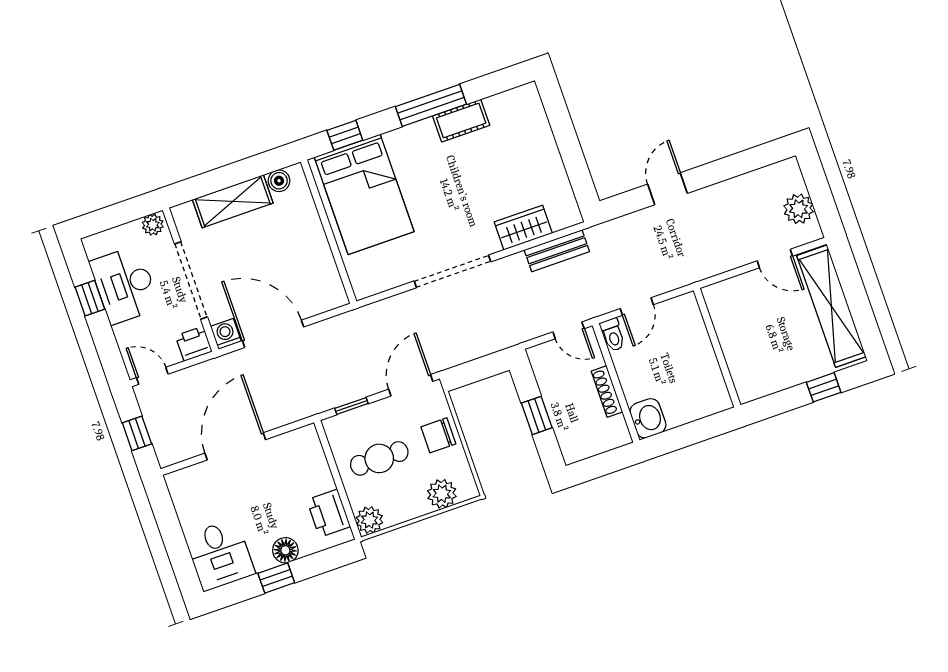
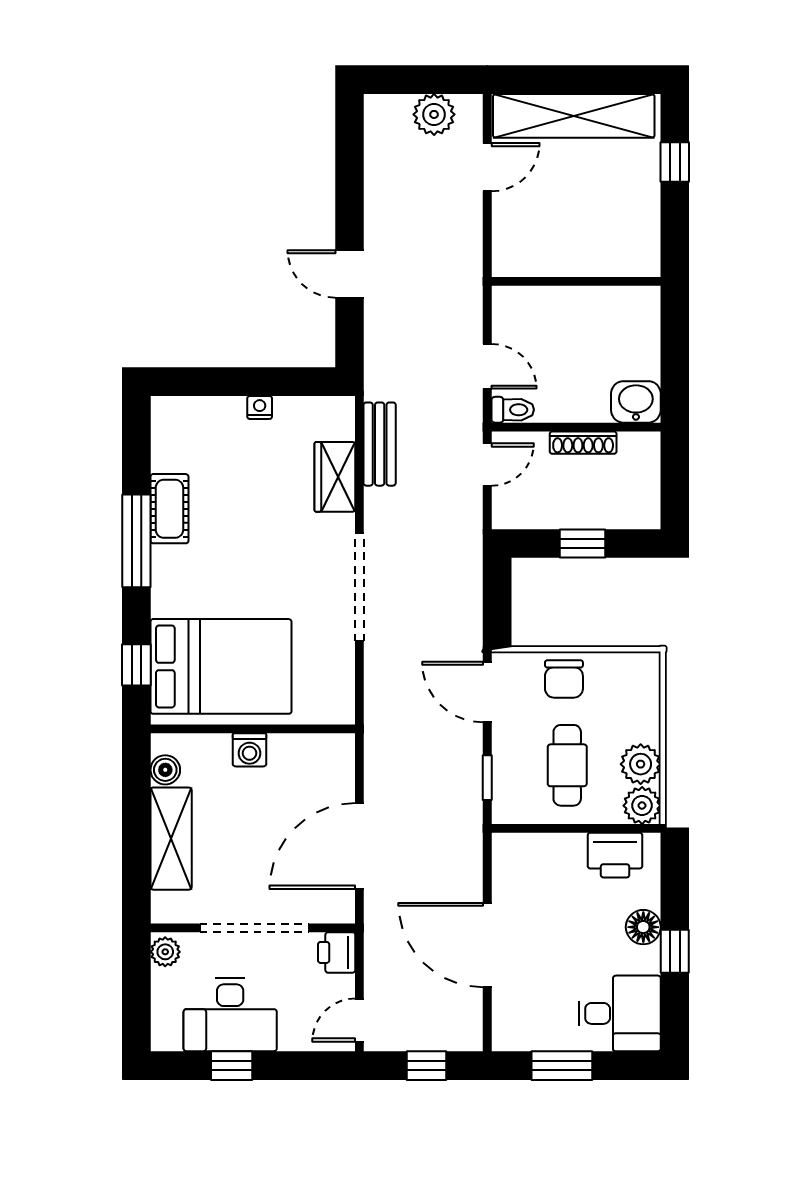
nightstand: (553, 159) -> (260, 407), added
washing machine: (226, 334) -> (249, 750), moved, turned -90
plant: (442, 494) -> (641, 764), moved
window: (170, 527) -> (562, 1066), added

